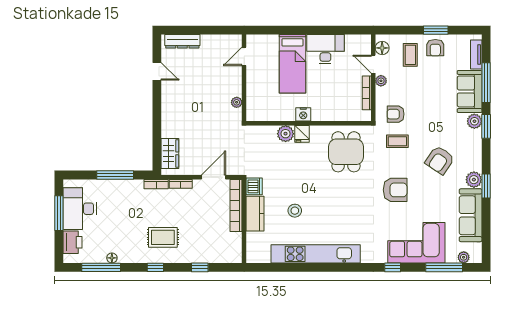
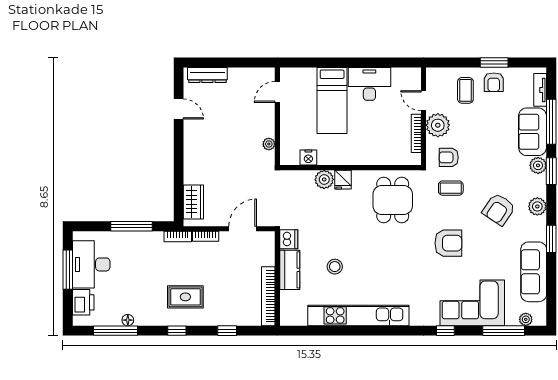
floor lamp: (382, 48) -> (434, 83), removed
plant: (381, 81) -> (438, 125), width x1.88, depth x1.88
nightstand: (303, 114) -> (308, 158), moved
plant: (474, 180) -> (537, 206), moved
bookcase: (236, 205) -> (268, 296), moved

